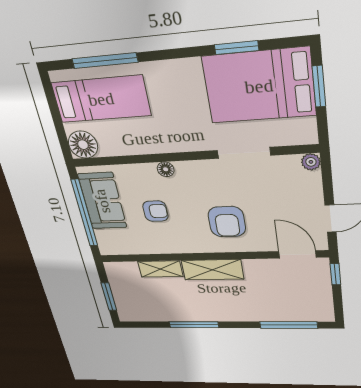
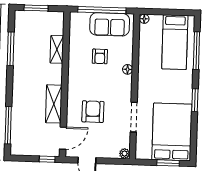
window: (236, 48) -> (195, 100), moved
floor lamp: (83, 145) -> (144, 19), width x0.53, depth x0.53
armchair: (227, 222) -> (93, 112), moved, turned 90
shelving: (212, 270) -> (54, 104), moved
window: (194, 325) -> (11, 49), moved

